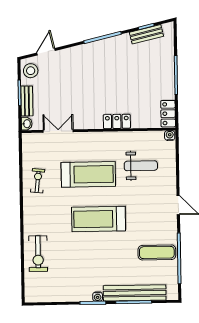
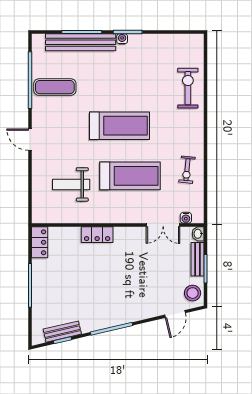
water cooler: (170, 136) -> (186, 218), moved
treadmill: (88, 174) -> (130, 176), turned 180

